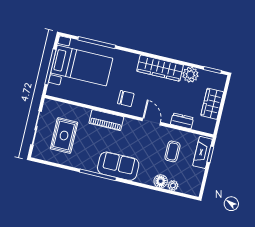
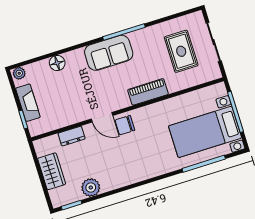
wardrobe: (160, 68) -> (125, 176), removed
chair: (126, 99) -> (125, 125), moved
coffee table: (172, 151) -> (63, 100), removed
fireplace: (203, 152) -> (28, 103), moved
plant: (173, 185) -> (19, 73), moved

